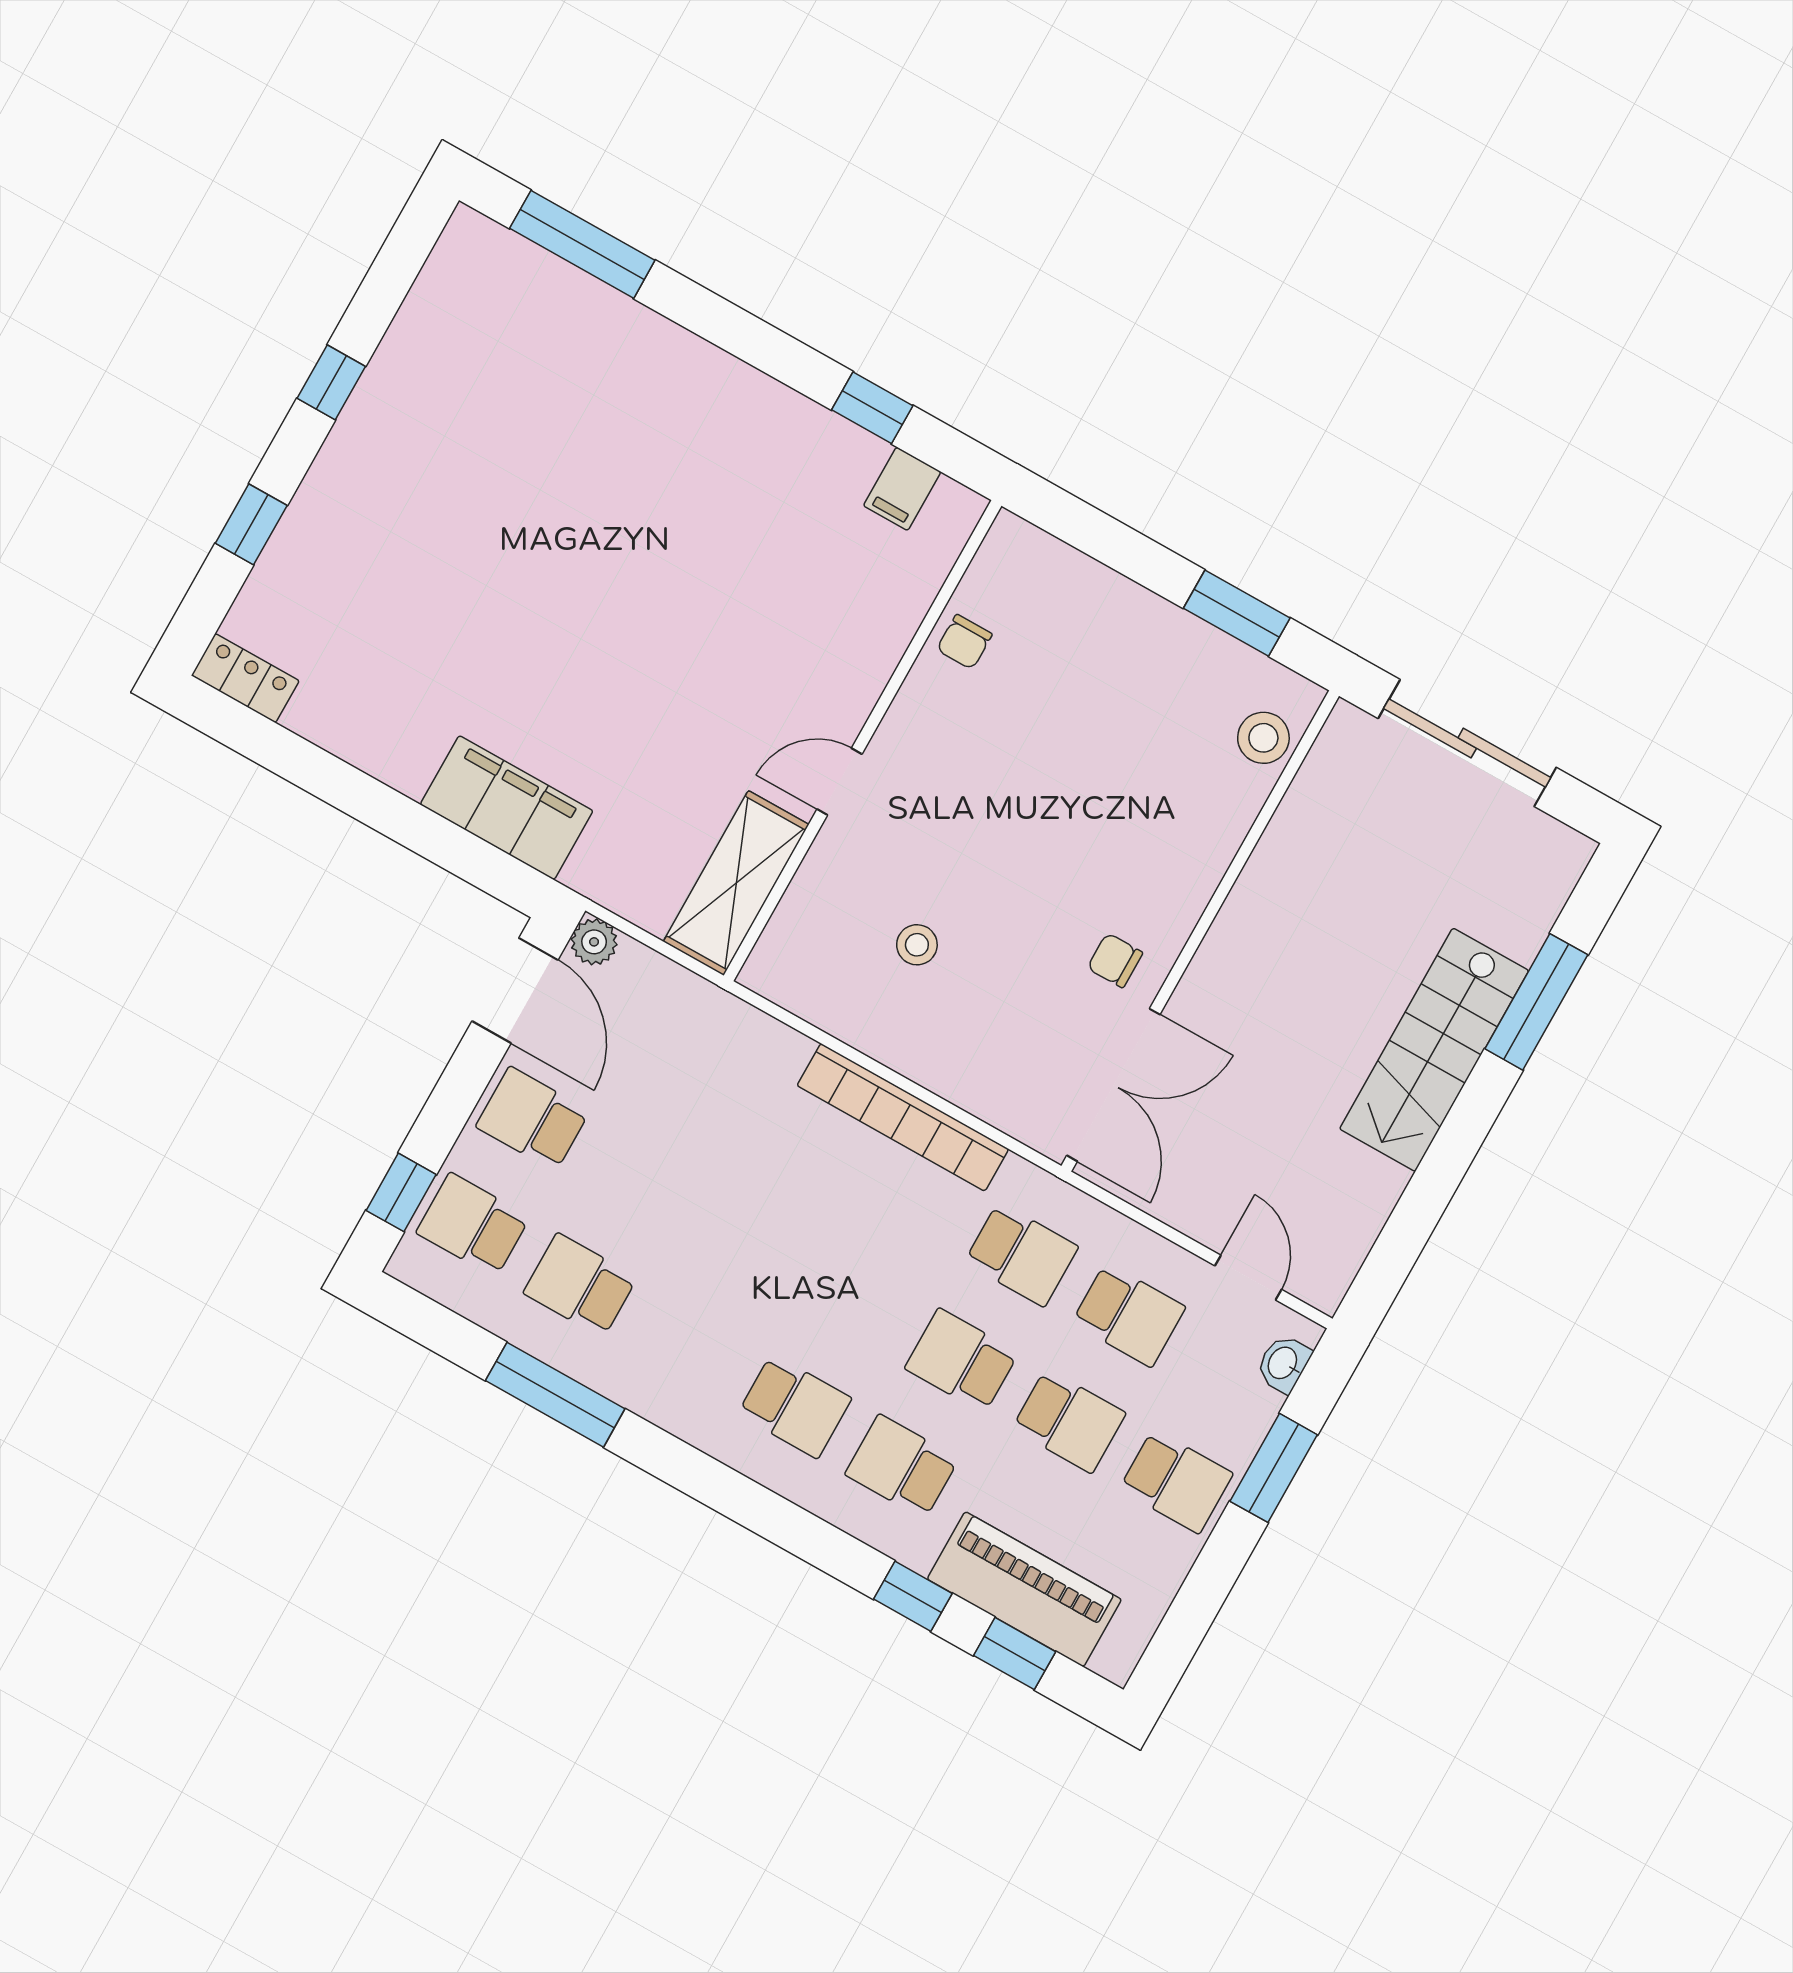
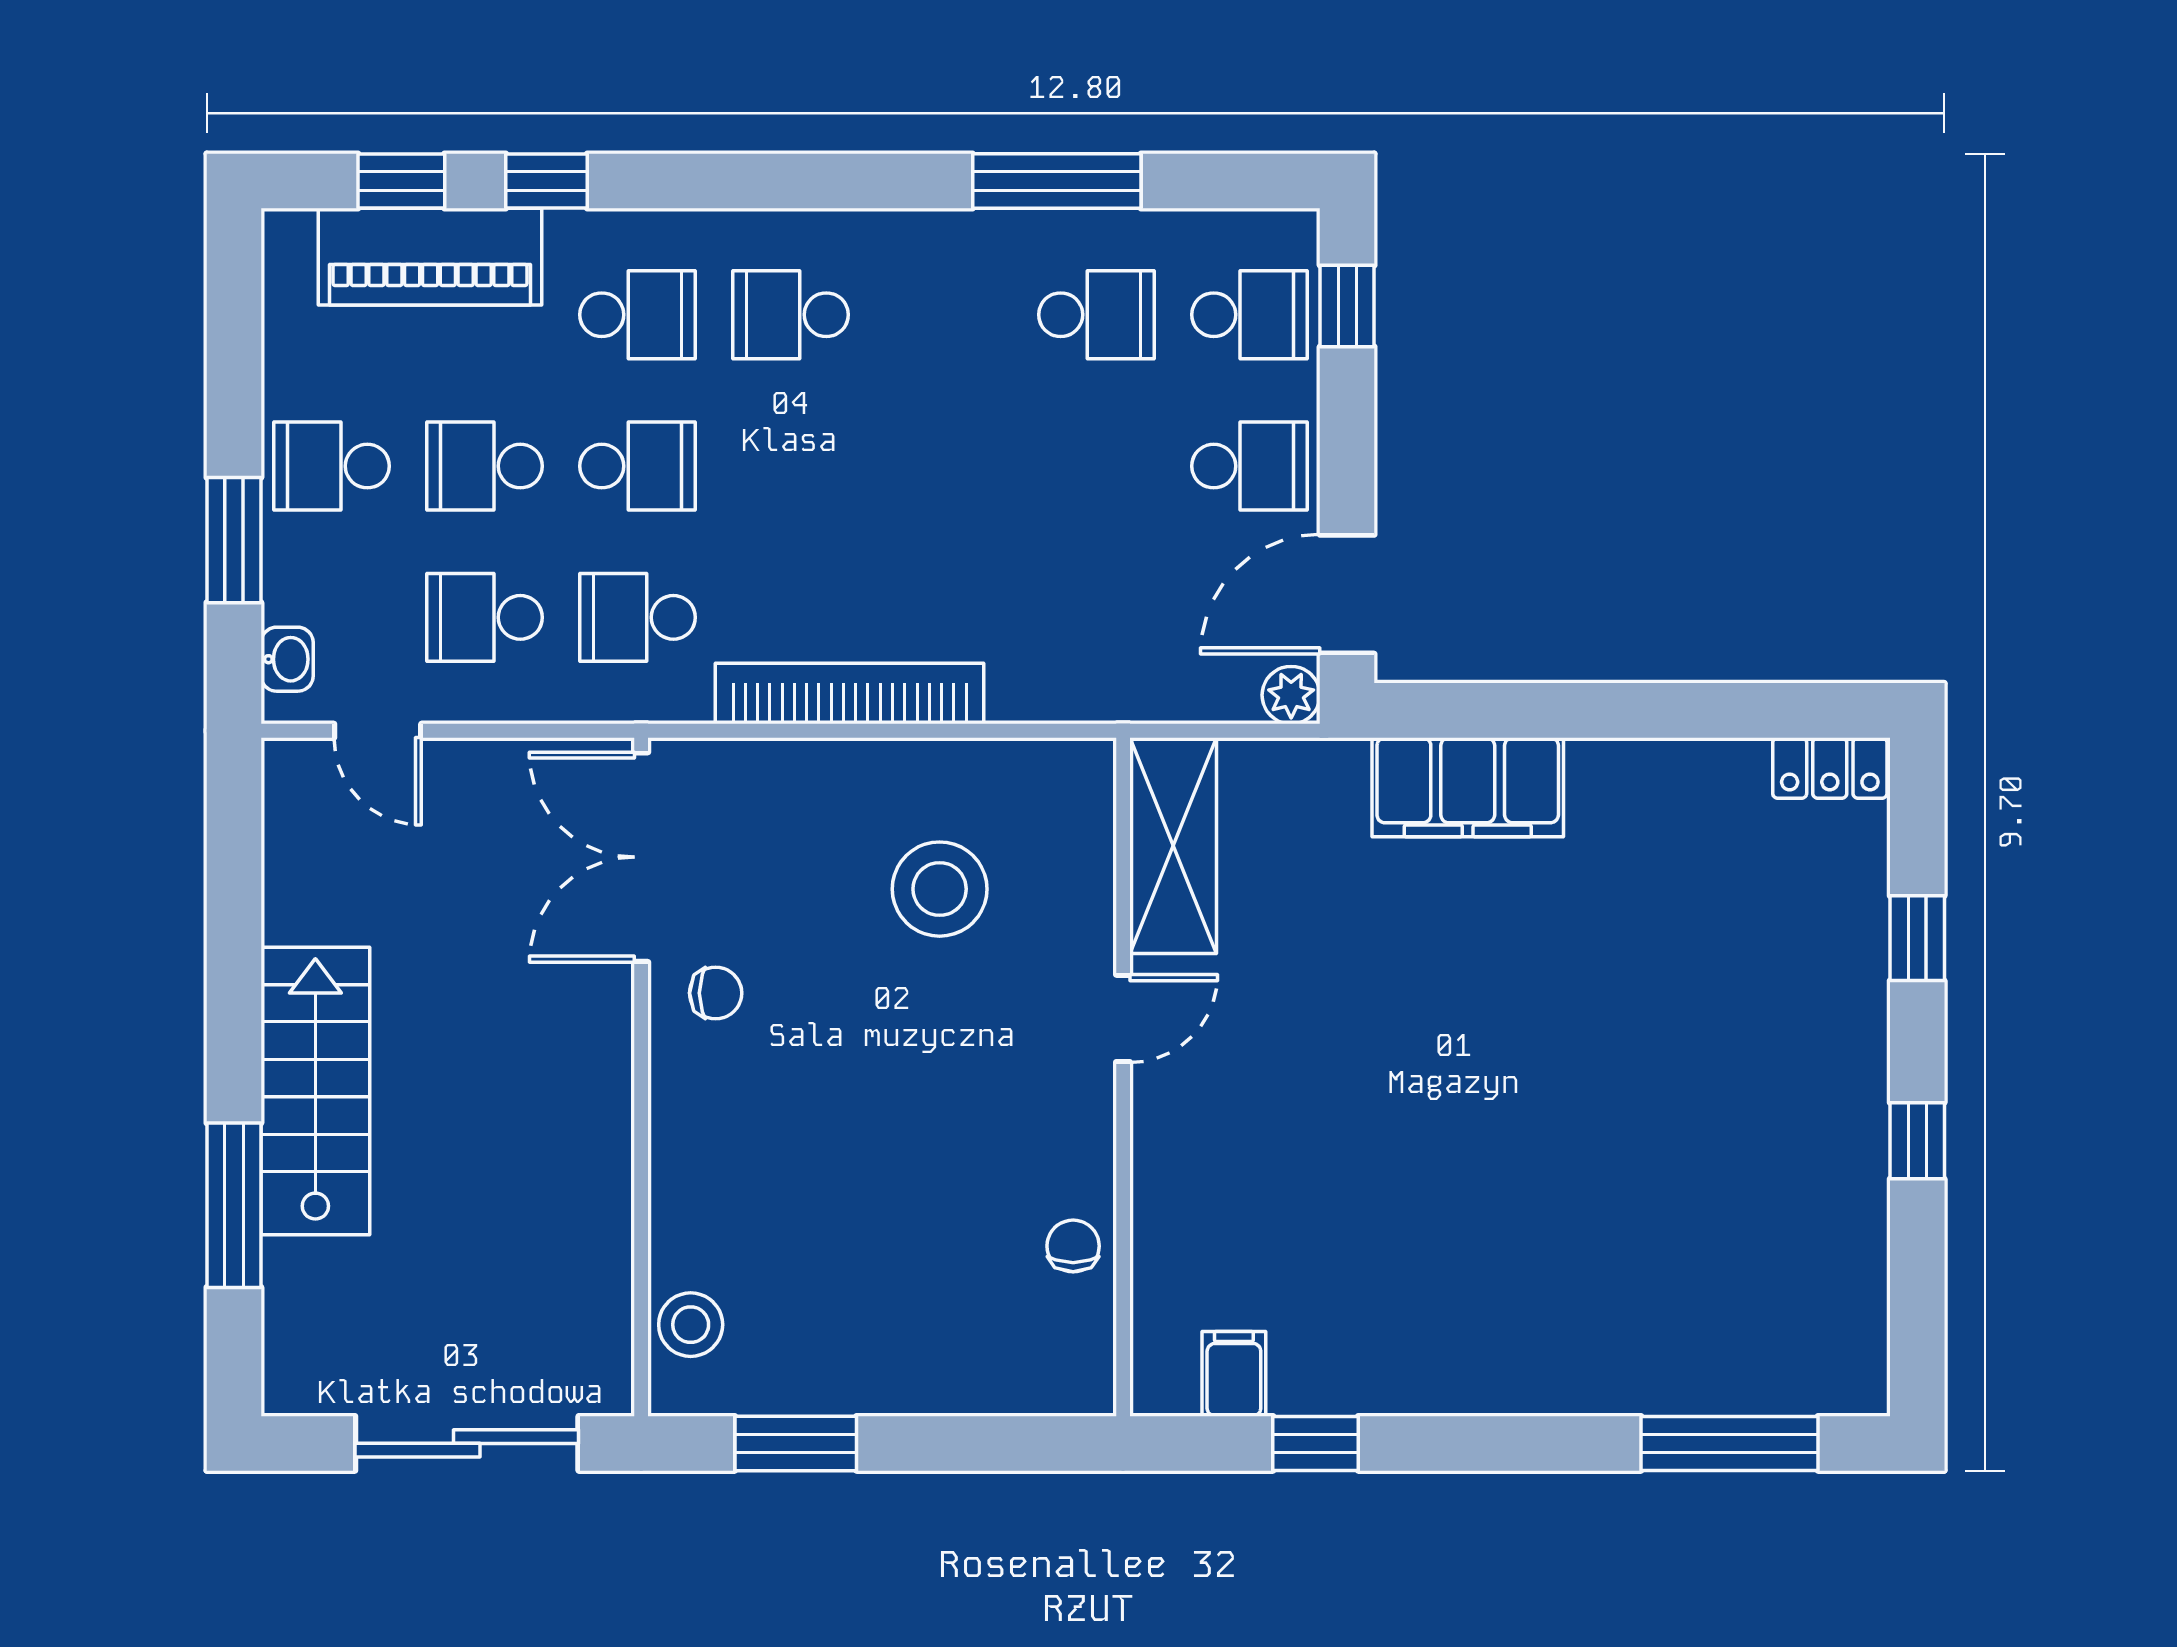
stool: (917, 945) -> (940, 889), width x1.89, depth x1.89
door: (515, 991) -> (1347, 594), hinge flipped

